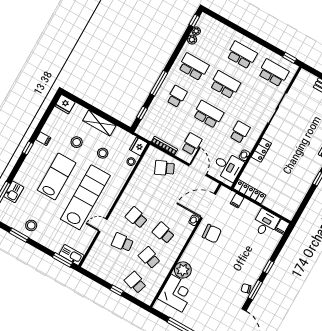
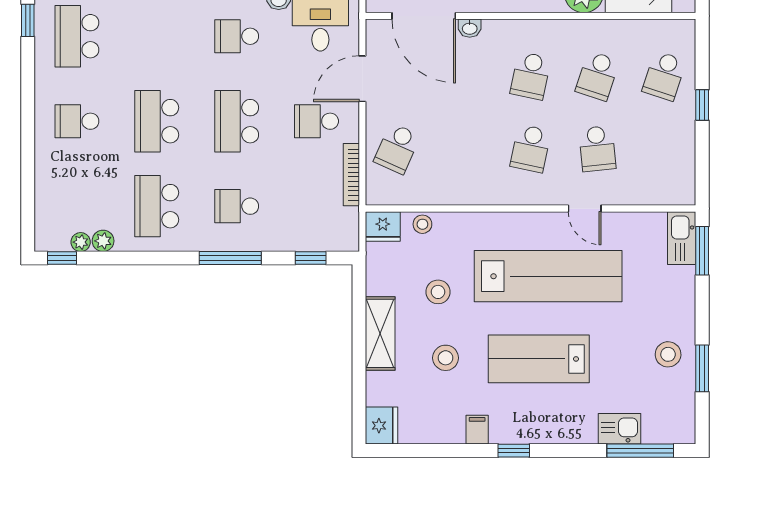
school desk: (242, 55) -> (77, 121), width x0.54
school desk: (164, 168) -> (397, 149), turned 48
lab bench: (85, 197) -> (548, 276), turned 180

